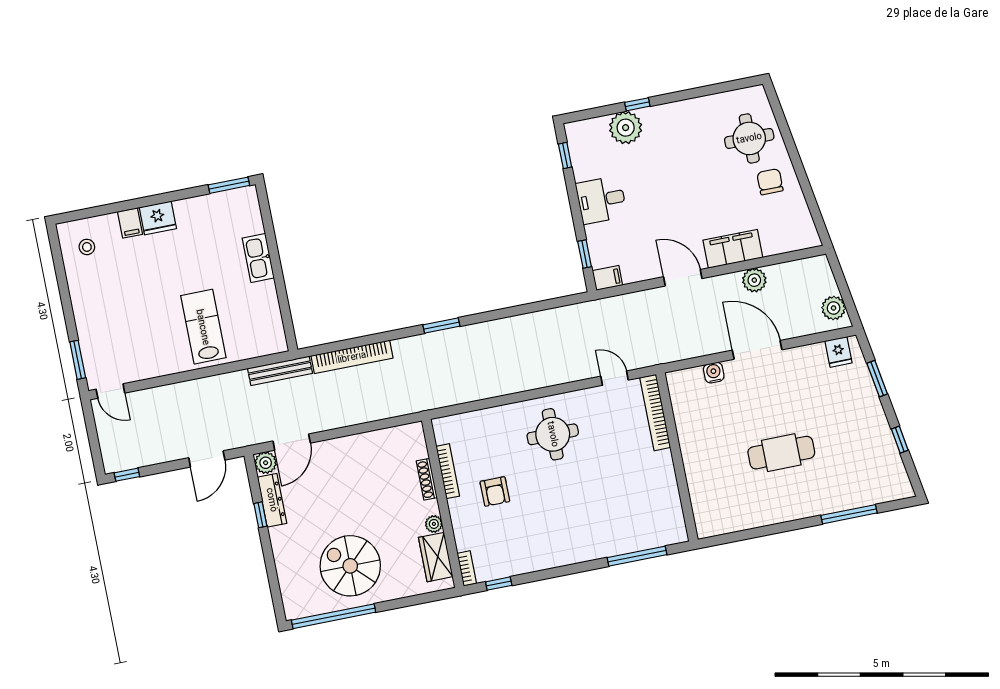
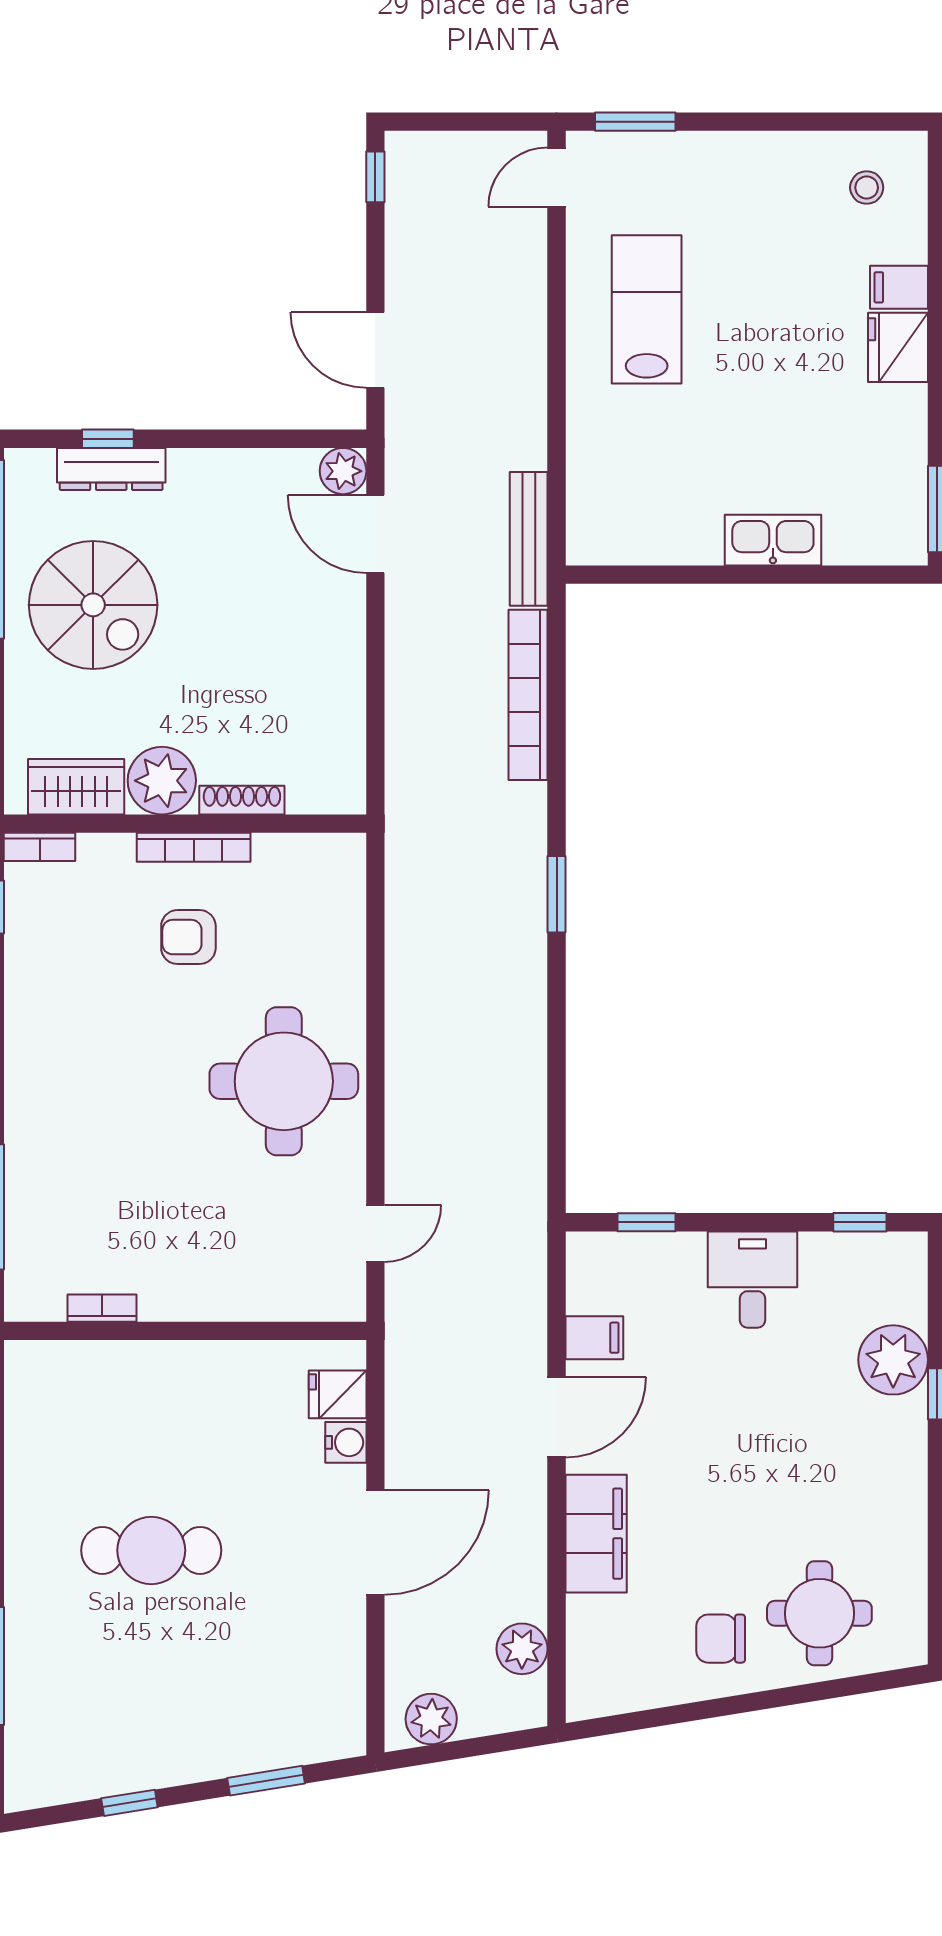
chair: (770, 182) -> (721, 1639), turned 180
filing cabinet: (607, 278) -> (594, 1338), moved, turned -90
plant: (754, 280) -> (522, 1649), moved
lab bench: (203, 327) -> (647, 309), moved, turned -90
fridge: (839, 352) -> (338, 1394), moved
bookcase: (655, 412) -> (102, 1308), moved, width x0.43, depth x0.76
round table: (553, 434) -> (284, 1081), width x1.36, depth x1.36
cafe table: (781, 453) -> (151, 1550), turned 90
bookcase: (448, 471) -> (194, 847), moved
dresser: (272, 500) -> (111, 469), moved
window: (260, 515) -> (108, 439), moved
plant: (434, 524) -> (162, 781), width x1.87, depth x1.87
spiral stairs: (350, 566) -> (93, 605), turned 90

